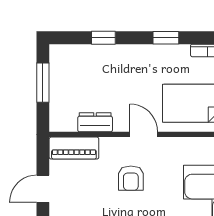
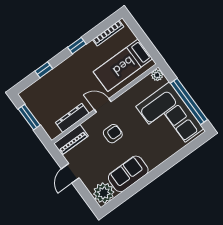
dresser: (95, 122) -> (72, 118), width x1.44
armchair: (131, 178) -> (113, 134), turned -90

